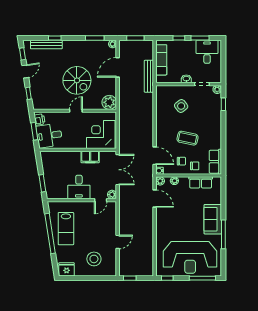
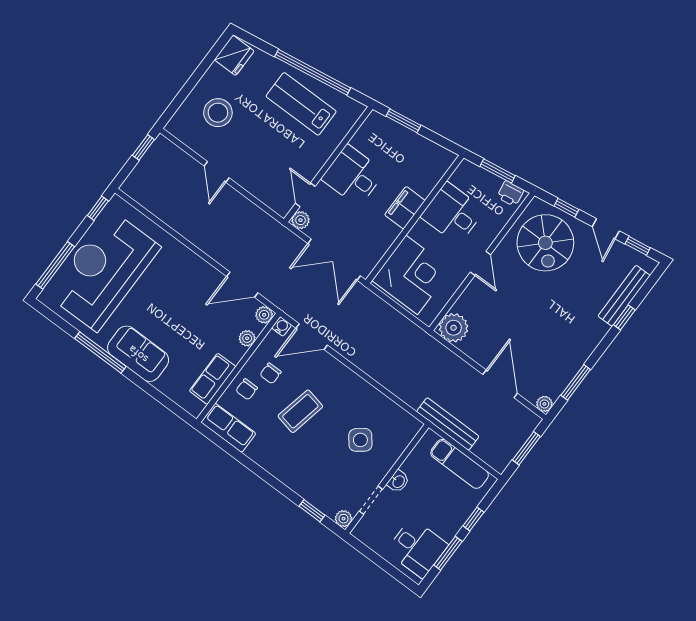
spiral stairs: (77, 80) -> (545, 243), moved, turned -90
desk: (49, 136) -> (453, 213), moved, turned -81
filing cabinet: (90, 157) -> (405, 208), moved

